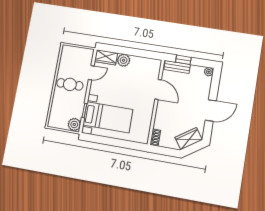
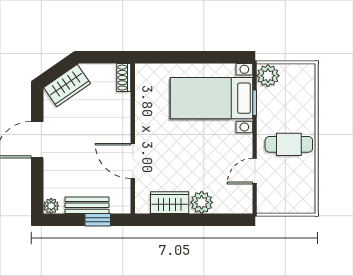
wardrobe: (106, 57) -> (170, 203), moved
bench: (177, 67) -> (87, 205), moved

